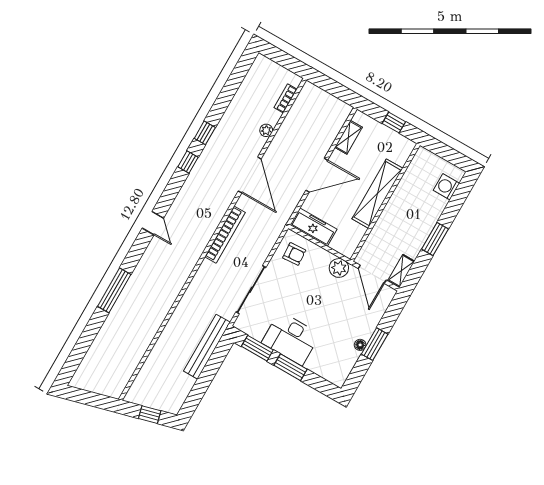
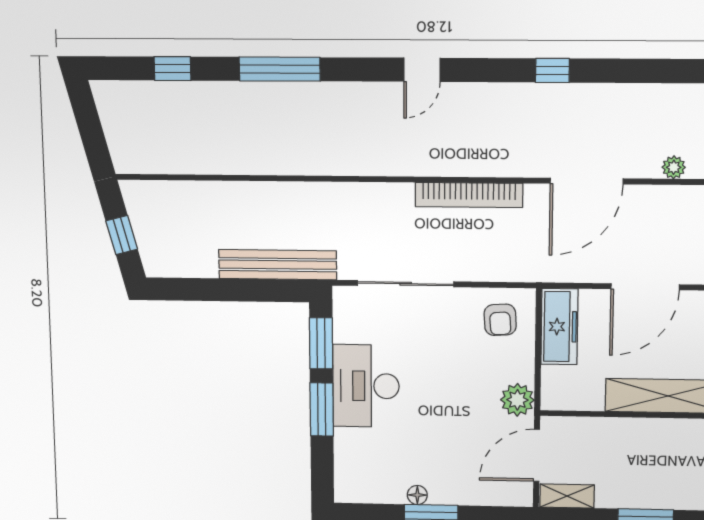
window: (205, 133) -> (172, 69), moved
door: (317, 175) -> (645, 287), hinge flipped

